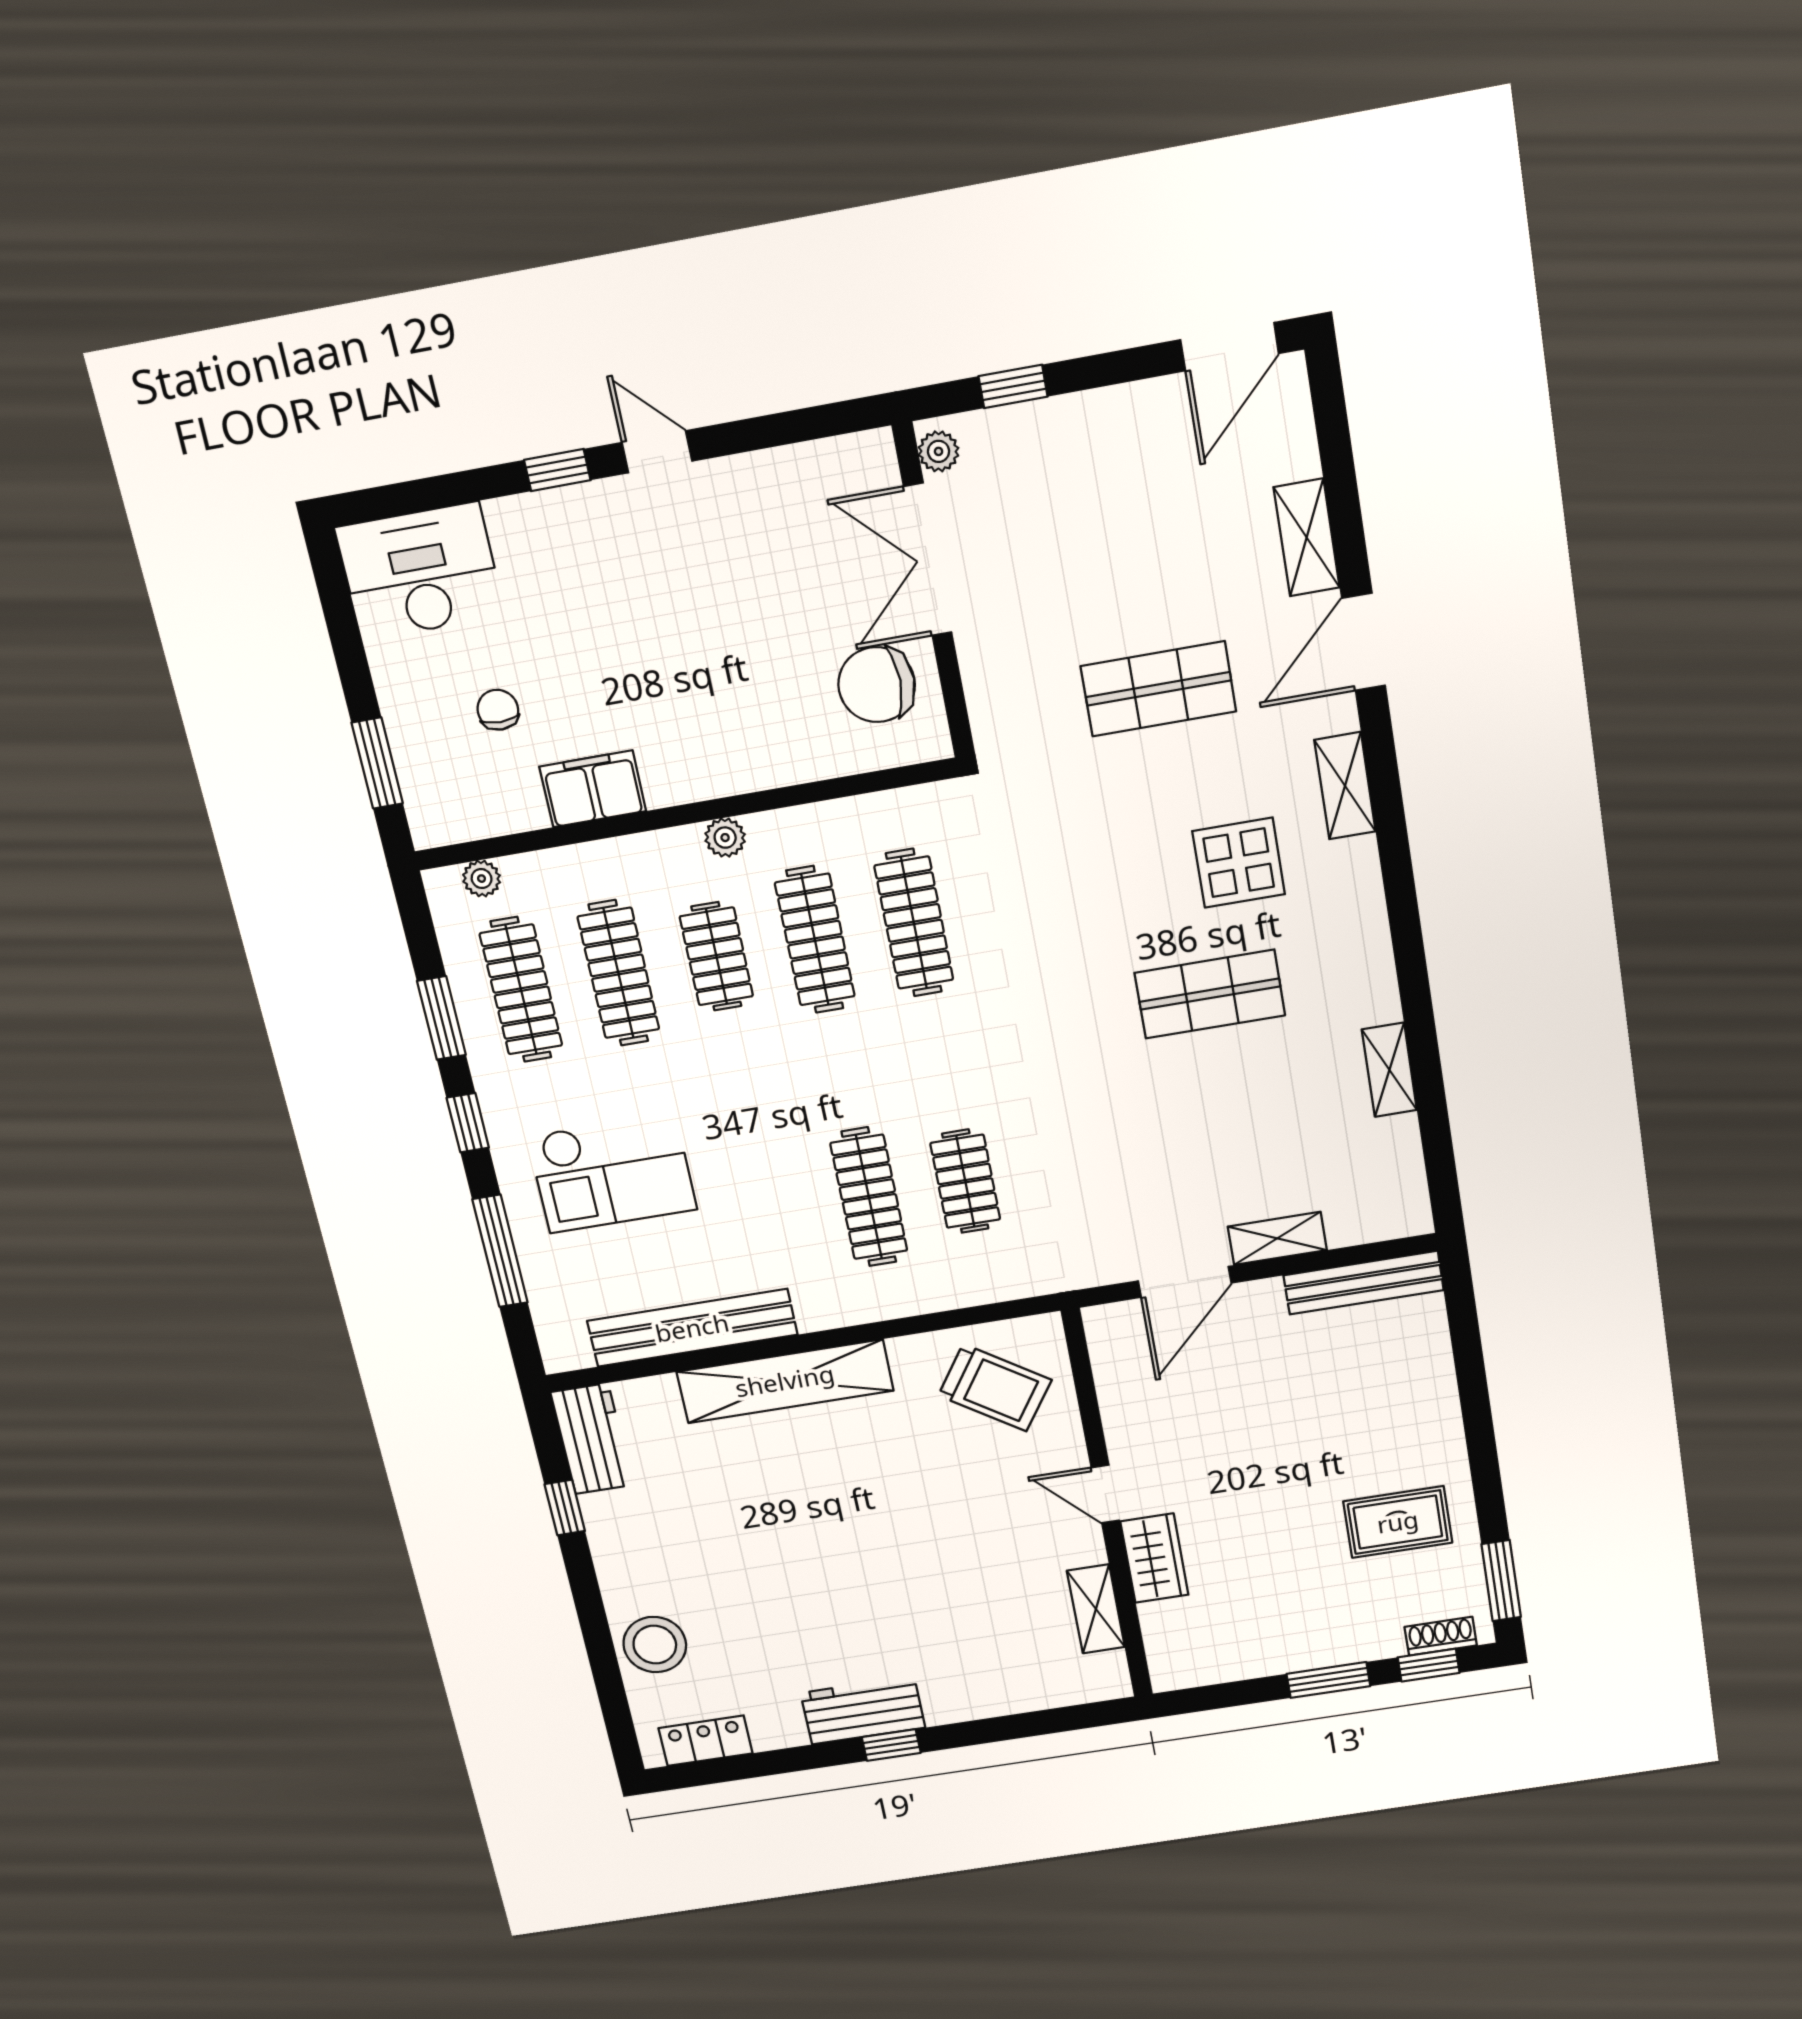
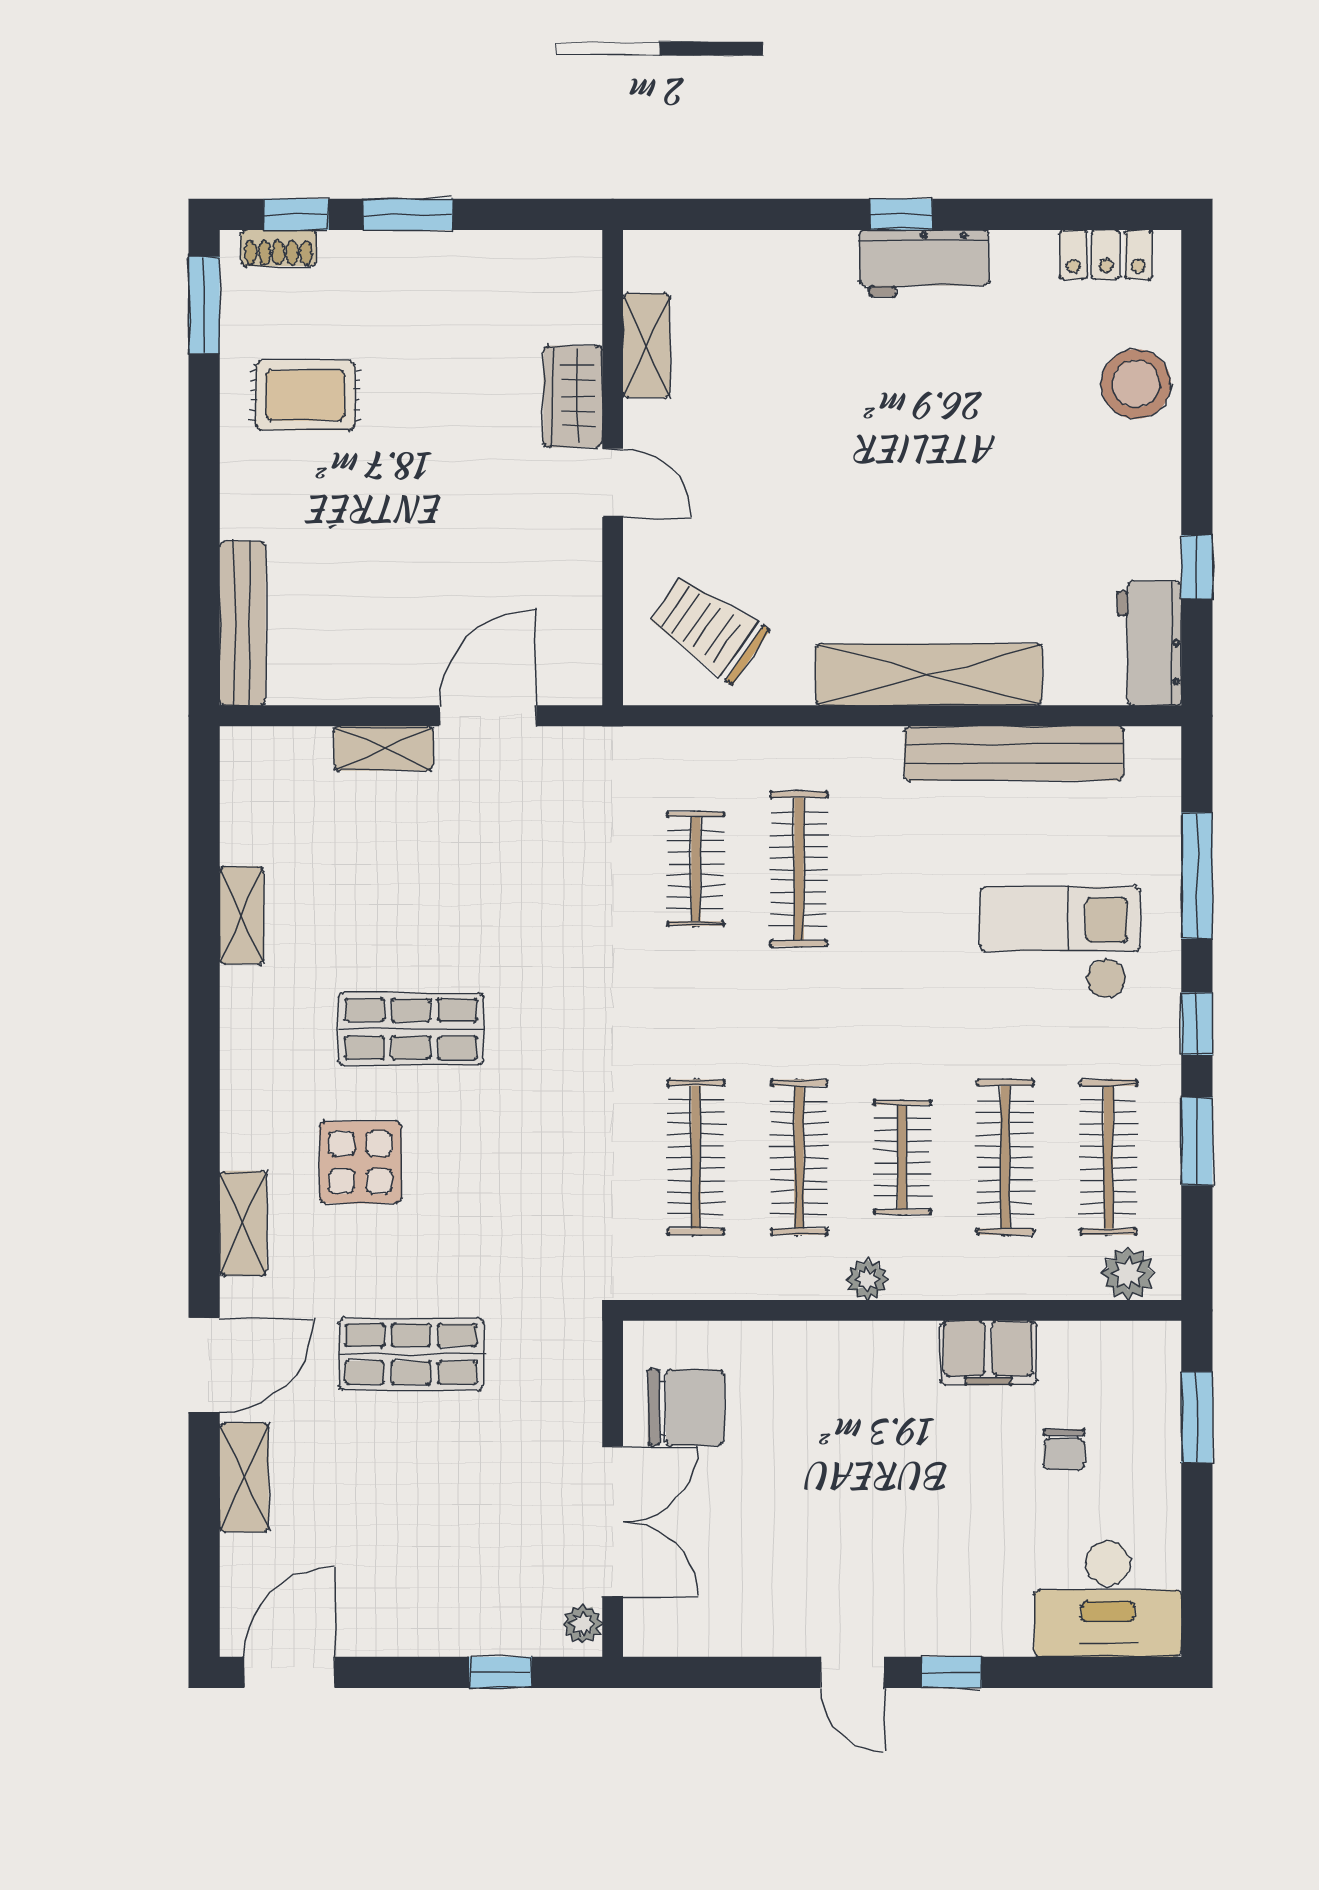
plant: (482, 879) -> (1128, 1273), width x1.38, depth x1.38
bench: (1363, 1283) -> (243, 623), moved, turned 90

